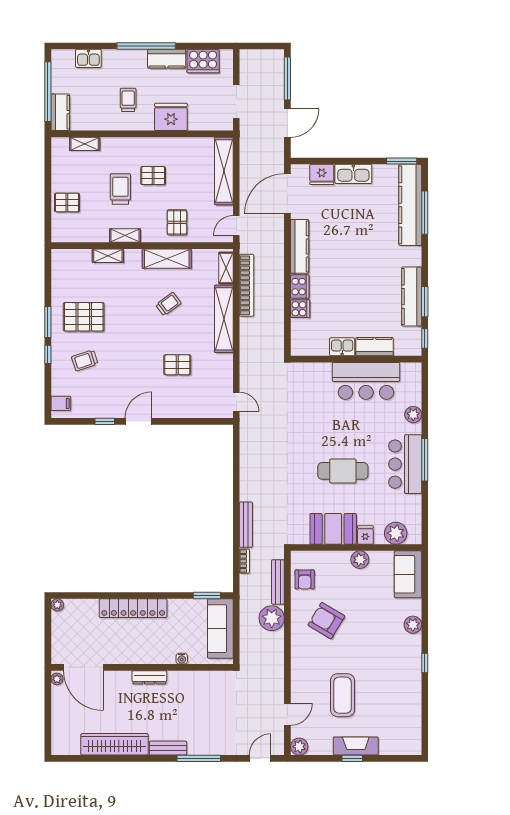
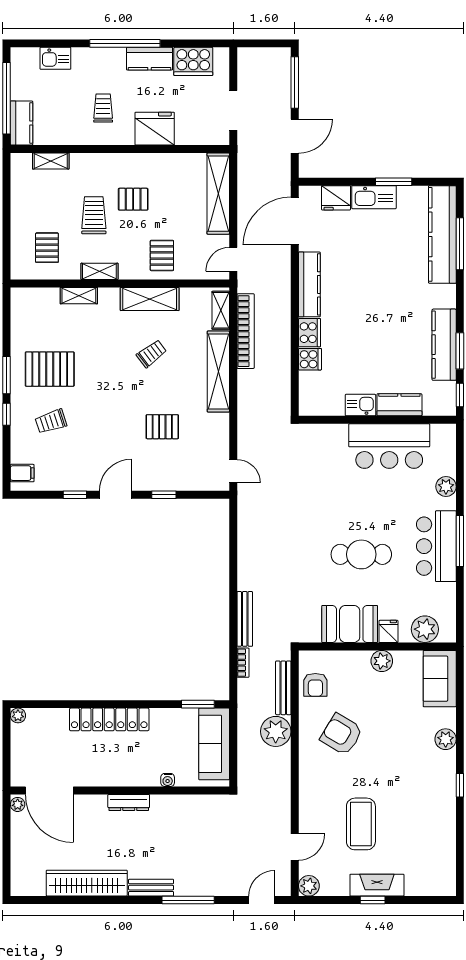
window: (402, 161) -> (394, 182), moved
pallet: (67, 203) -> (47, 248), moved, turned 90
window: (179, 421) -> (164, 495), added

